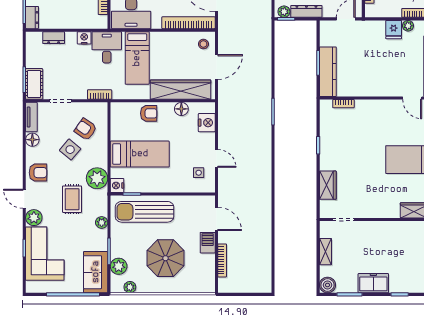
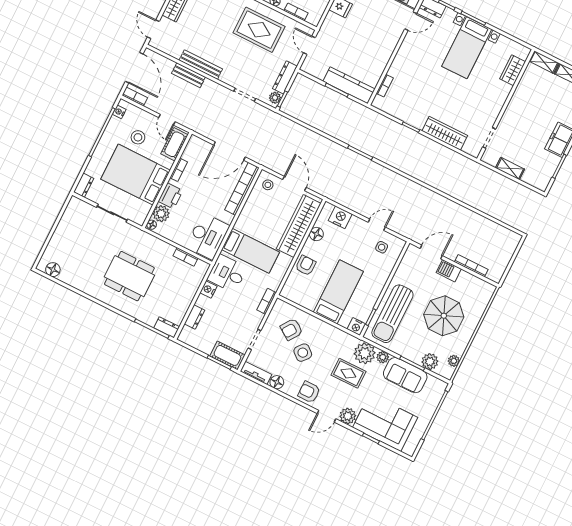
armchair: (38, 173) -> (309, 392), turned -90
plant: (97, 178) -> (365, 353), moved
wardrobe: (328, 185) -> (445, 133), width x1.50
sofa: (96, 272) -> (405, 375), moved
boiler: (327, 285) -> (541, 182), removed

